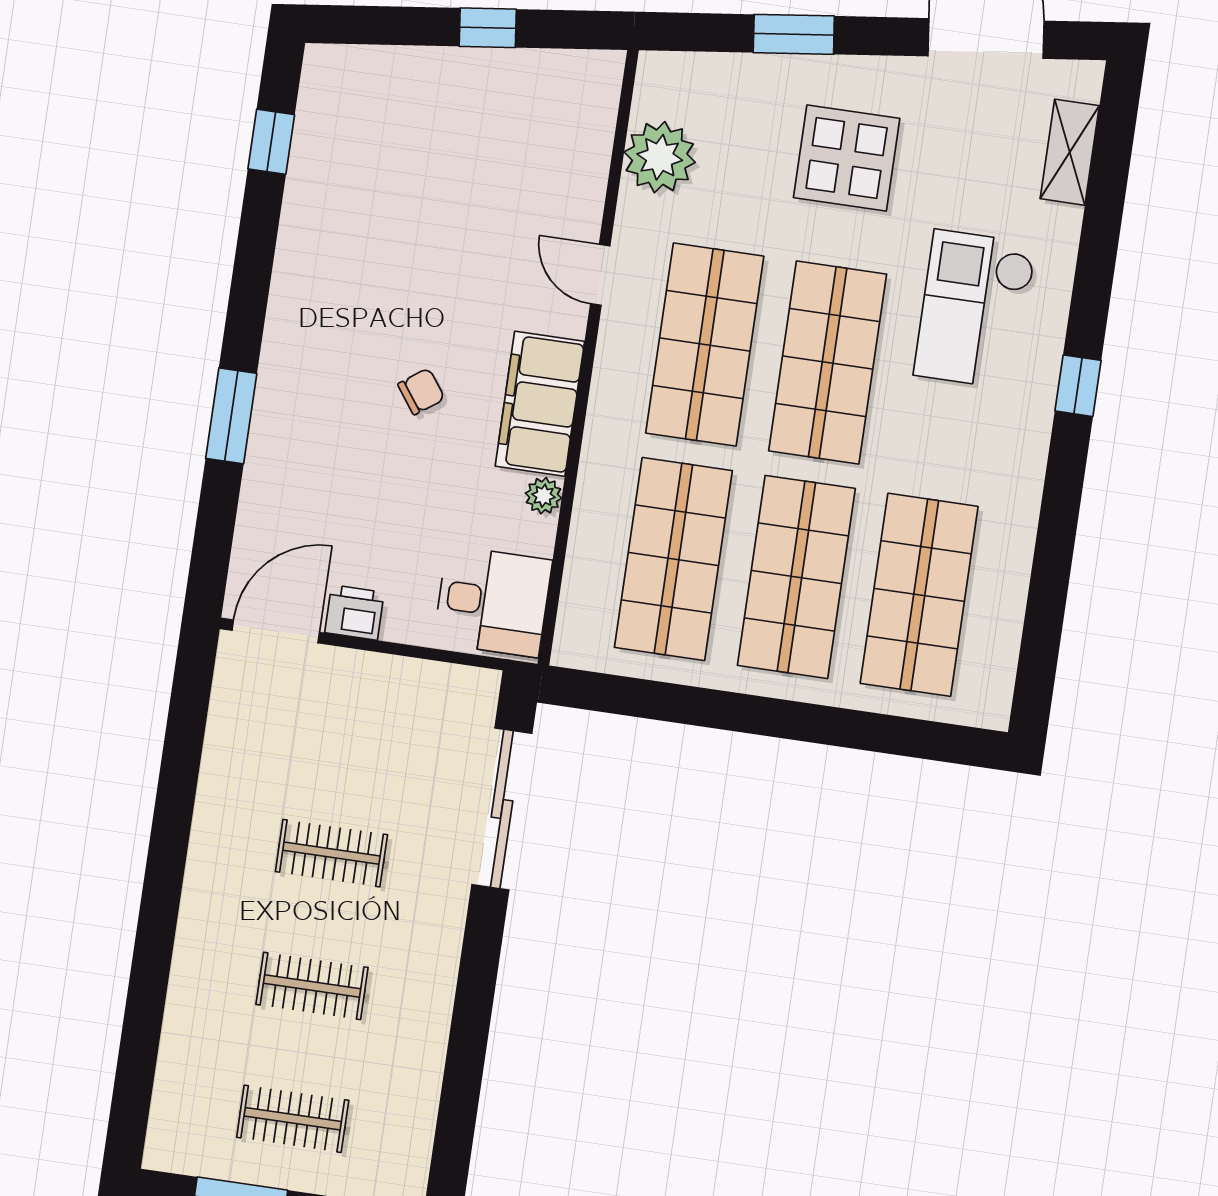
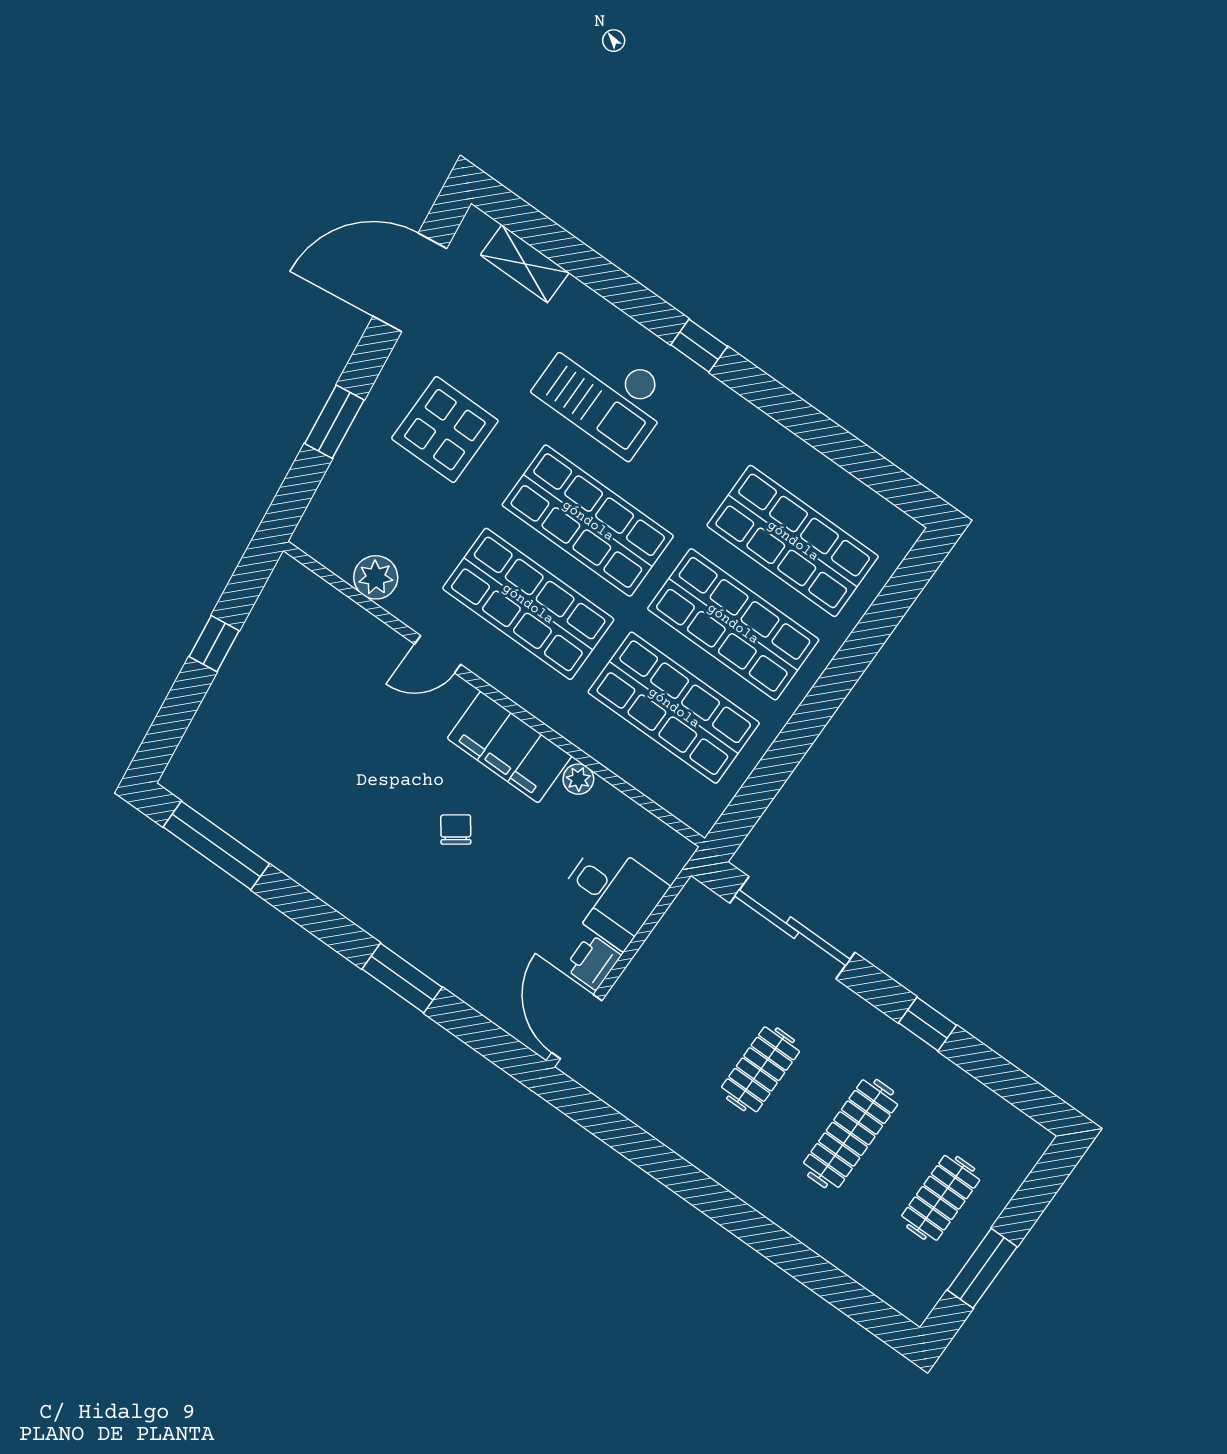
window: (271, 142) -> (216, 845), width x2.17
plant: (660, 157) -> (376, 577), width x0.73, depth x0.73
desk: (493, 601) -> (612, 894), moved, turned 90
clothes rail: (312, 986) -> (851, 1134), width x1.36
window: (473, 1008) -> (927, 1024), added

